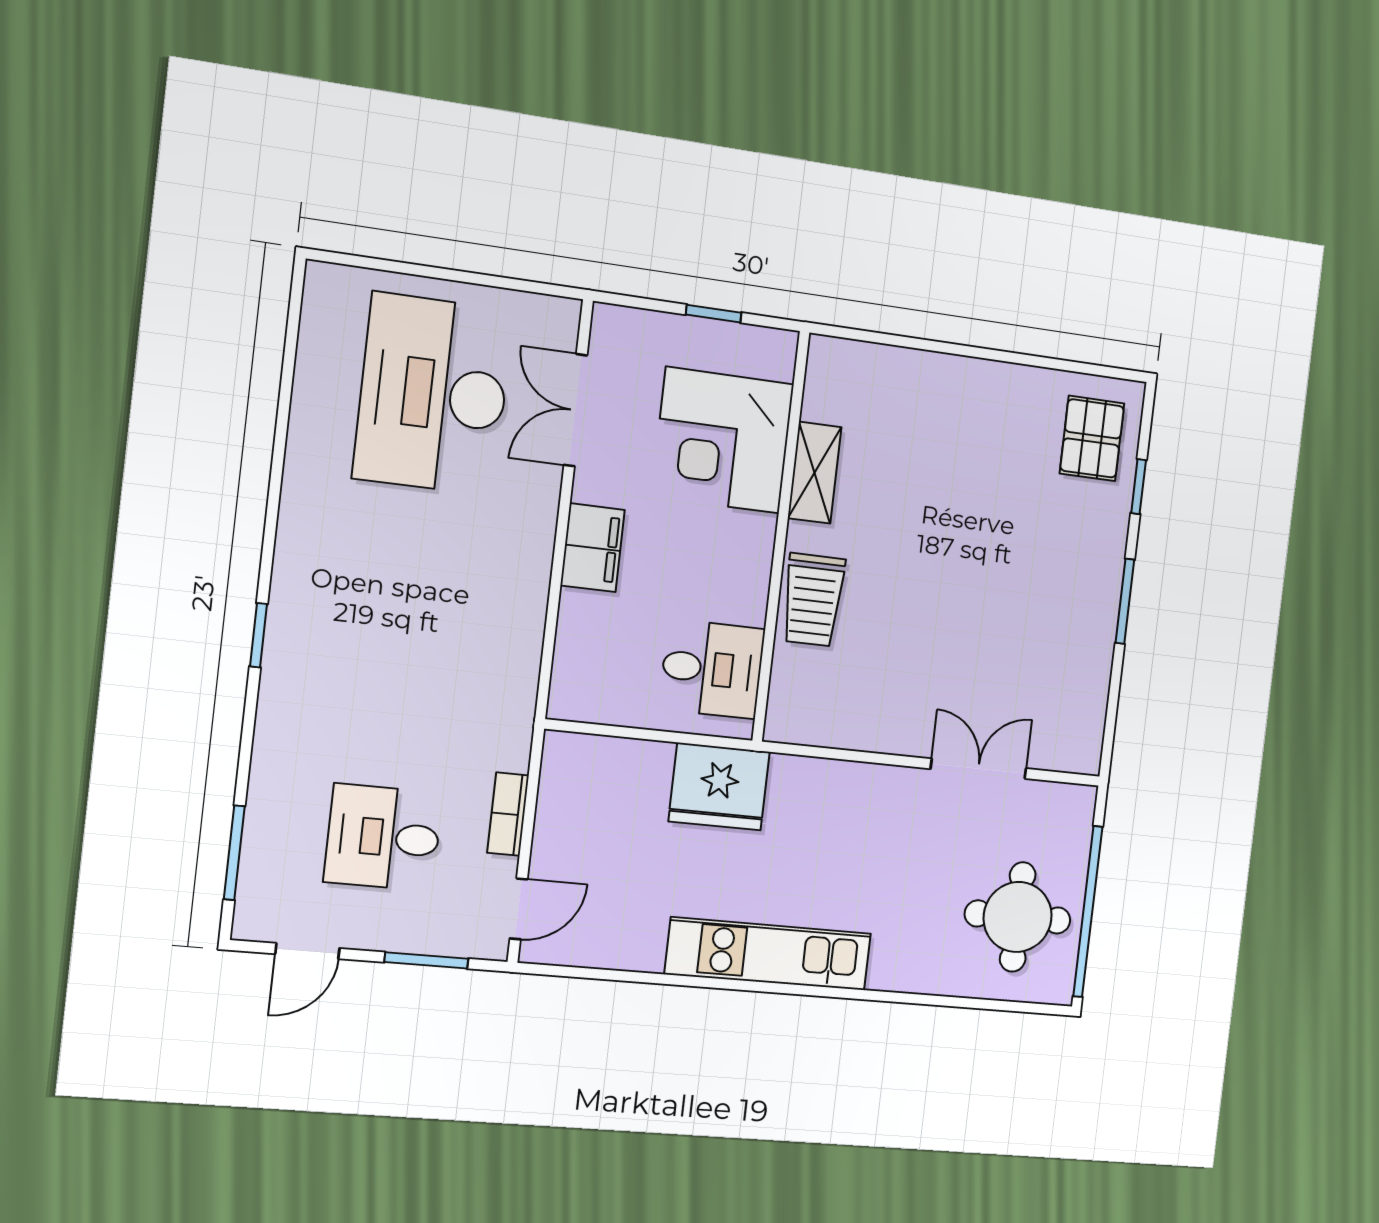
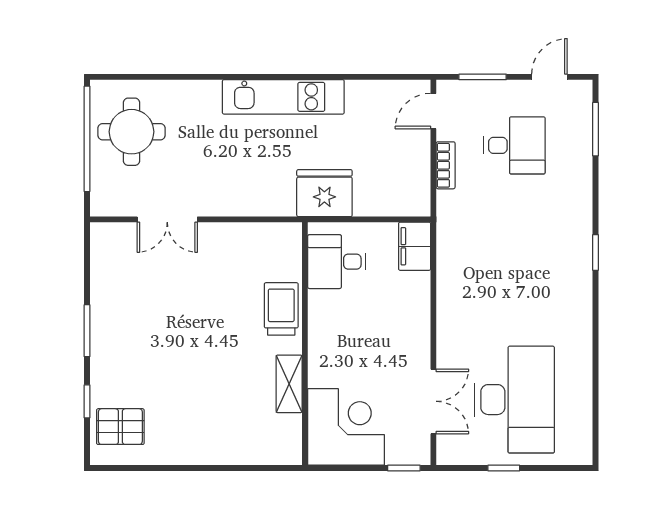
window: (466, 277) -> (504, 468), added
window: (714, 314) -> (404, 468), moved
pallet: (1092, 438) -> (120, 427), turned 90
corner desk: (723, 440) -> (346, 427), moved
filing cabinet: (593, 548) -> (415, 246), moved

